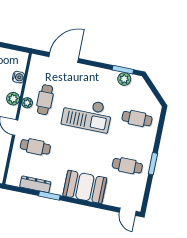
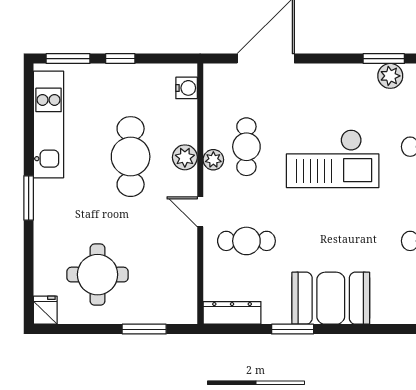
water cooler: (18, 77) -> (187, 88), moved
dresser: (35, 184) -> (232, 313), moved
booth: (85, 187) -> (331, 298), moved

